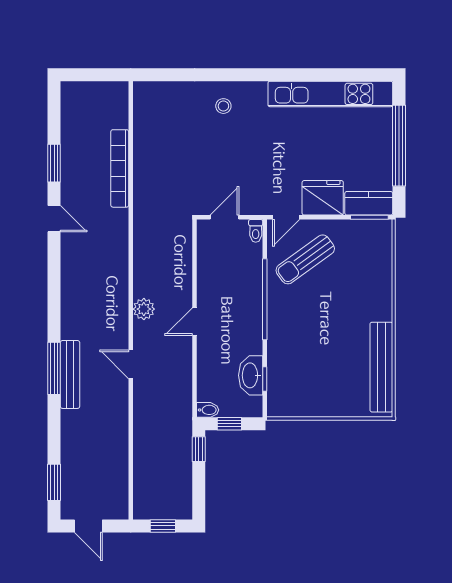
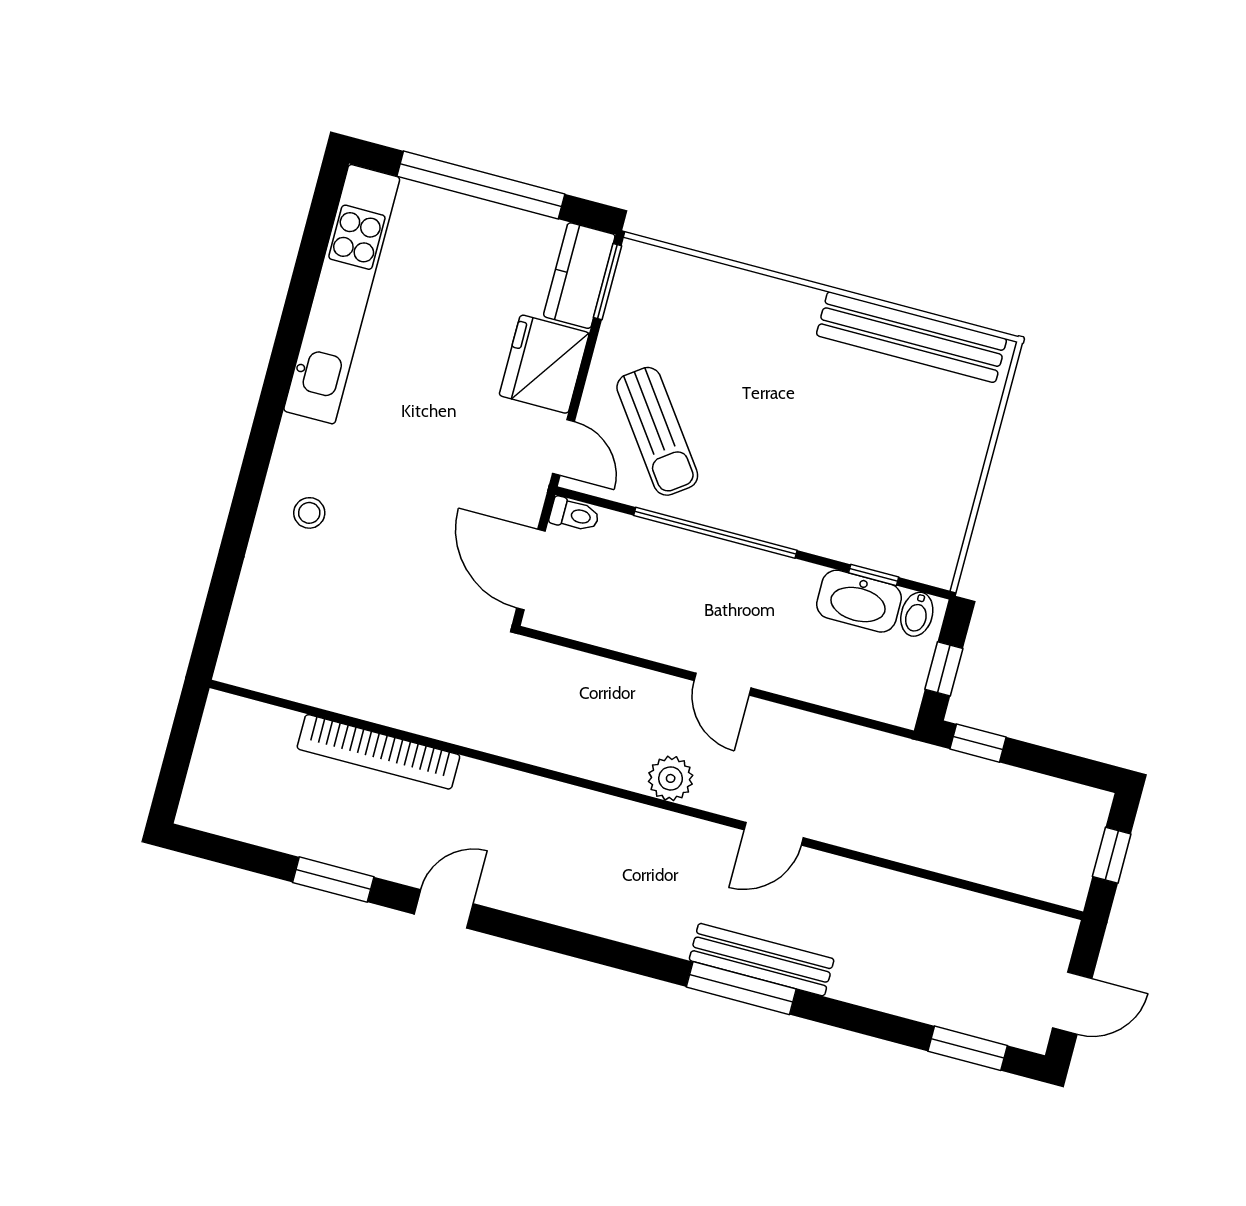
door: (224, 217) -> (531, 570), width x1.38
bidet: (208, 410) -> (917, 614), moved, turned 180

